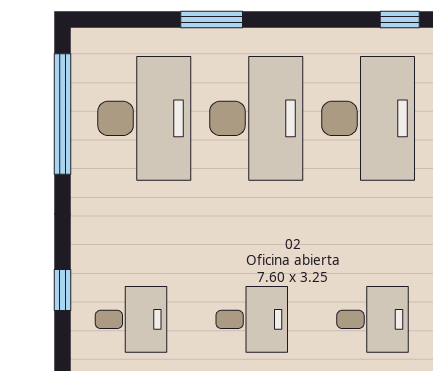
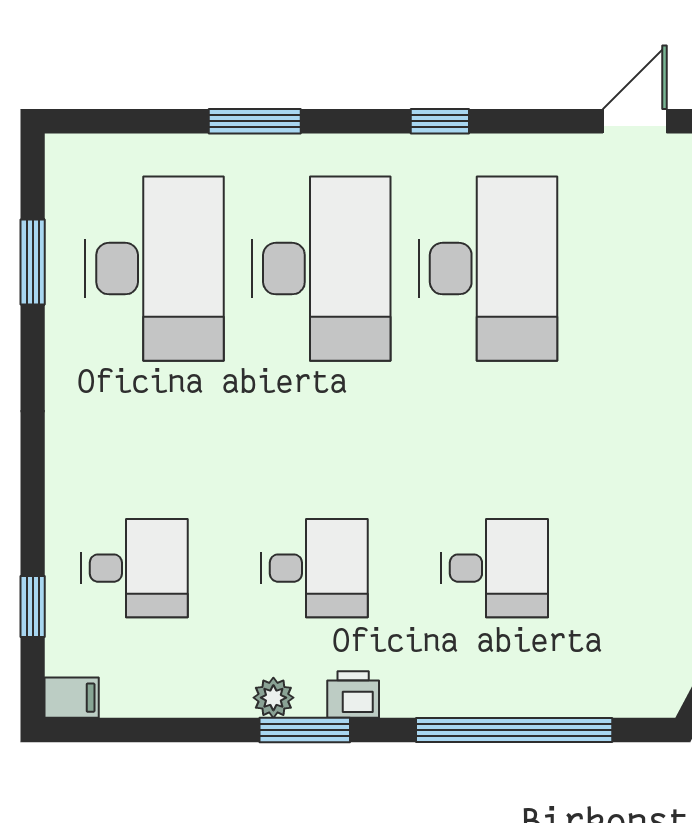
window: (400, 20) -> (440, 121), moved
window: (63, 114) -> (33, 262), width x0.47
window: (63, 290) -> (33, 606), moved

